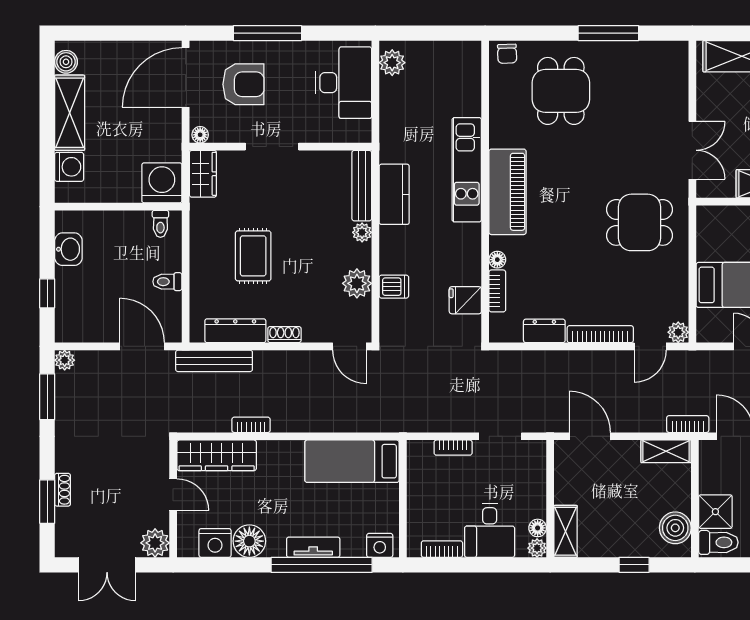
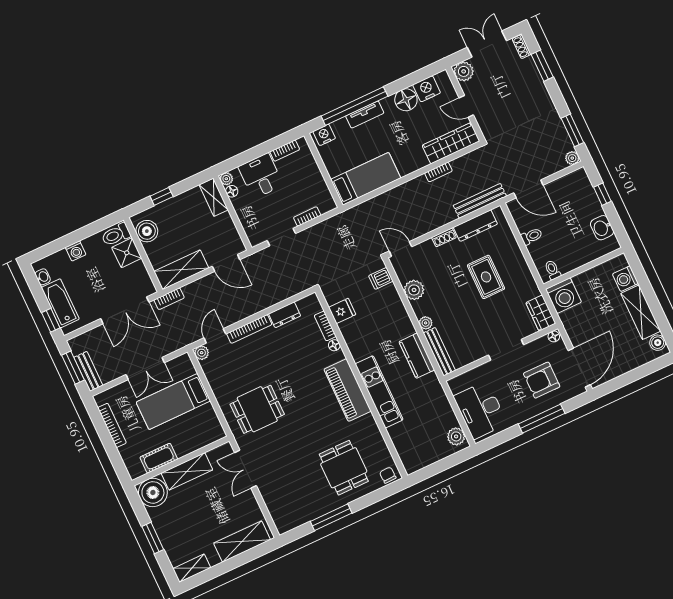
dishwasher: (394, 287) -> (381, 278), moved
shelving: (666, 451) -> (181, 270), width x1.50, depth x1.33
shoe rack: (63, 490) -> (522, 47), moved

